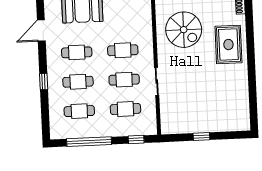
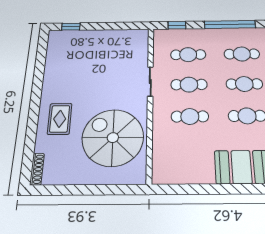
spiral stairs: (184, 30) -> (113, 138), width x1.37, depth x1.37
rug: (228, 45) -> (60, 119), width x0.73, depth x0.70
window: (201, 137) -> (71, 27), moved

